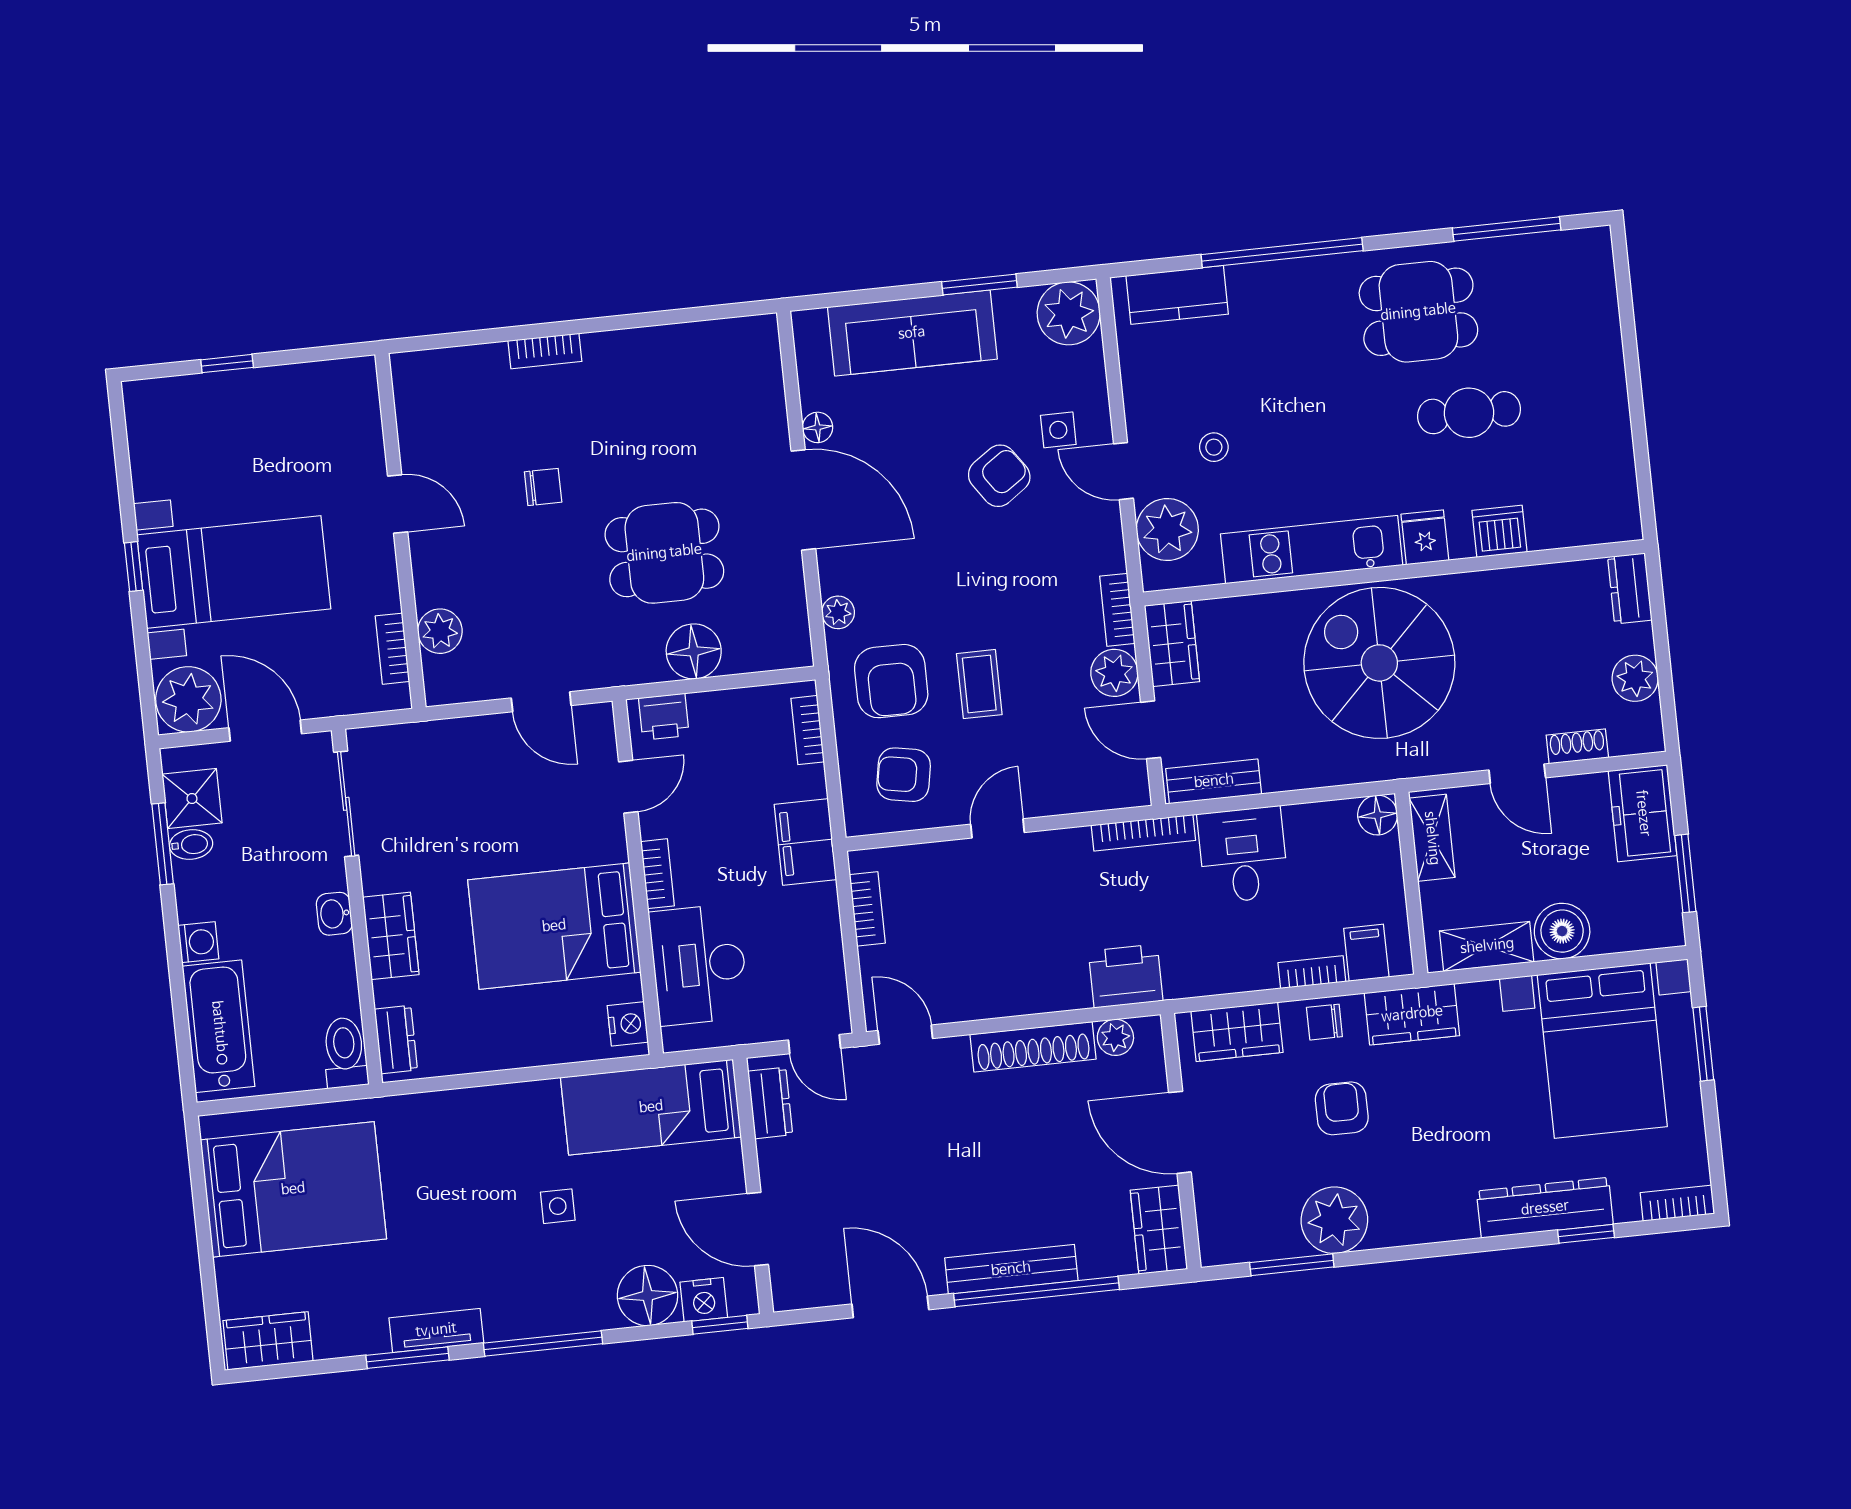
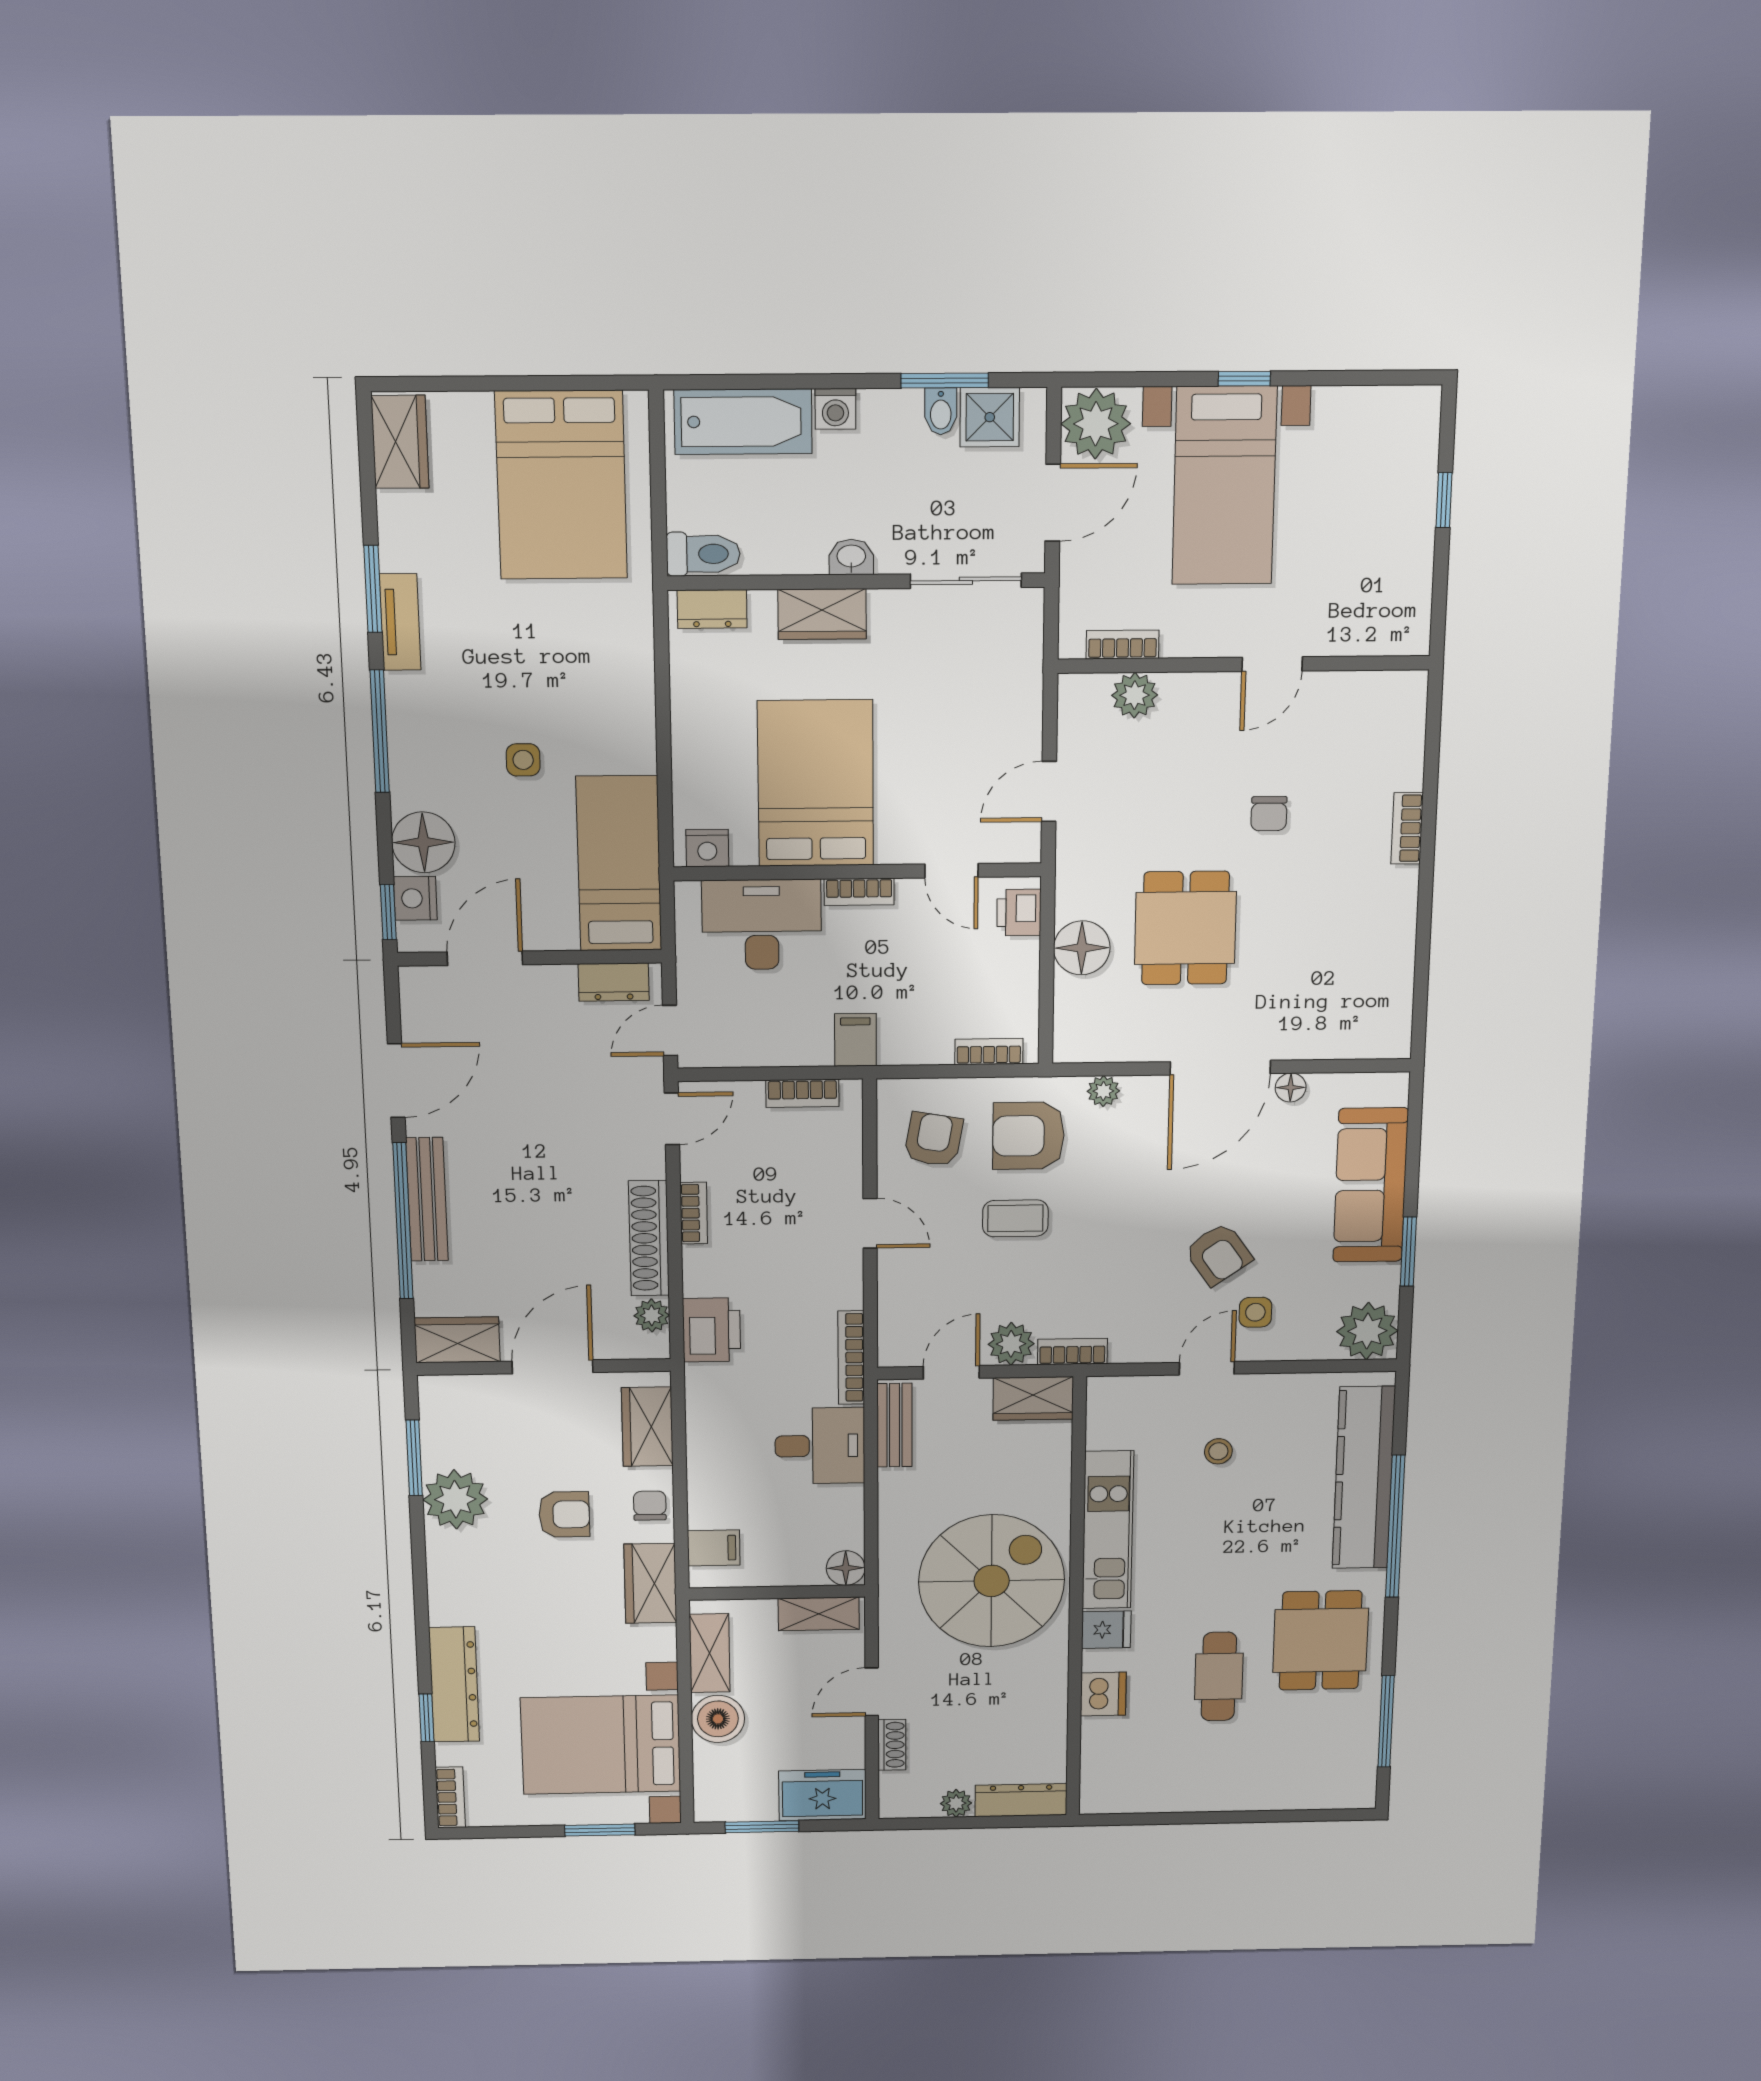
kitchen counter: (1177, 295) -> (1364, 1478), width x2.08, depth x1.17
plant: (1167, 530) -> (1145, 1403), removed
dresser: (1630, 588) -> (1021, 1800), width x1.44
plant: (1635, 678) -> (956, 1803), width x0.73, depth x0.73
filing cabinet: (805, 842) -> (855, 1040), width x0.50
bookcase: (1312, 972) -> (694, 1213), moved

